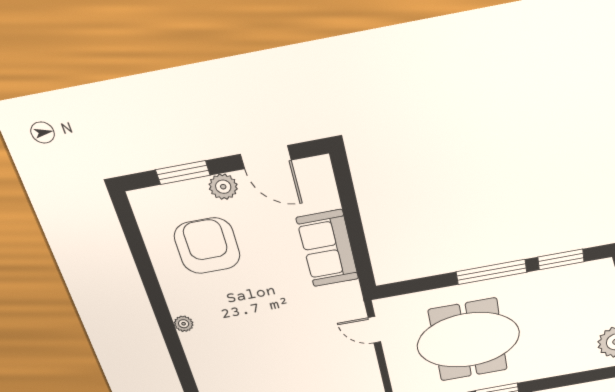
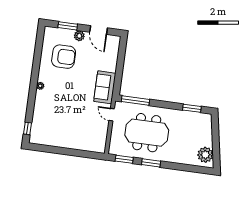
armchair: (207, 246) -> (64, 57), turned 90
sofa: (328, 249) -> (105, 87), moved
window: (491, 272) -> (135, 100), moved

